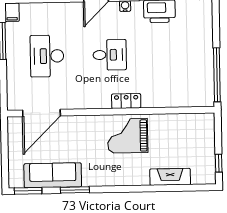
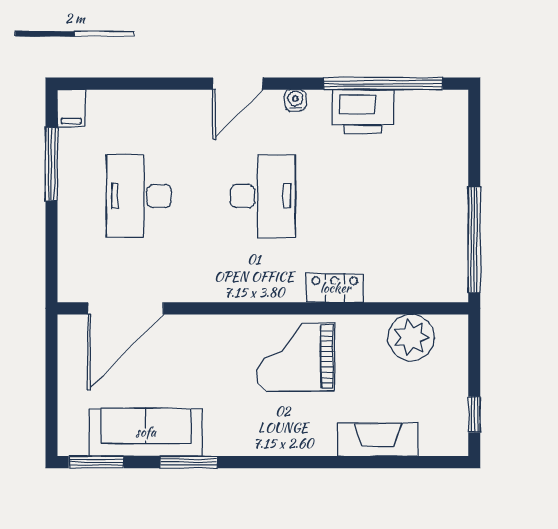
desk: (110, 55) -> (263, 196), width x1.37
locker: (126, 101) -> (335, 288), moved
plant: (186, 125) -> (411, 337), added

